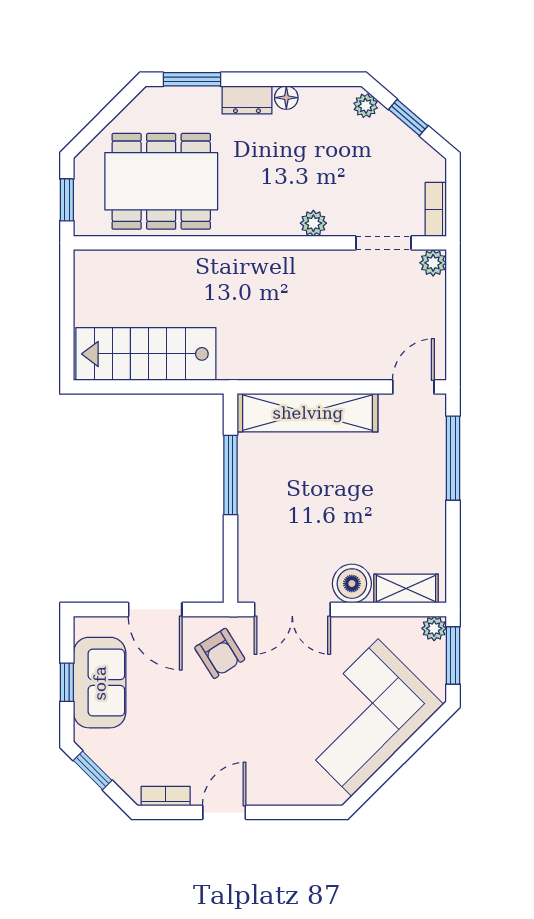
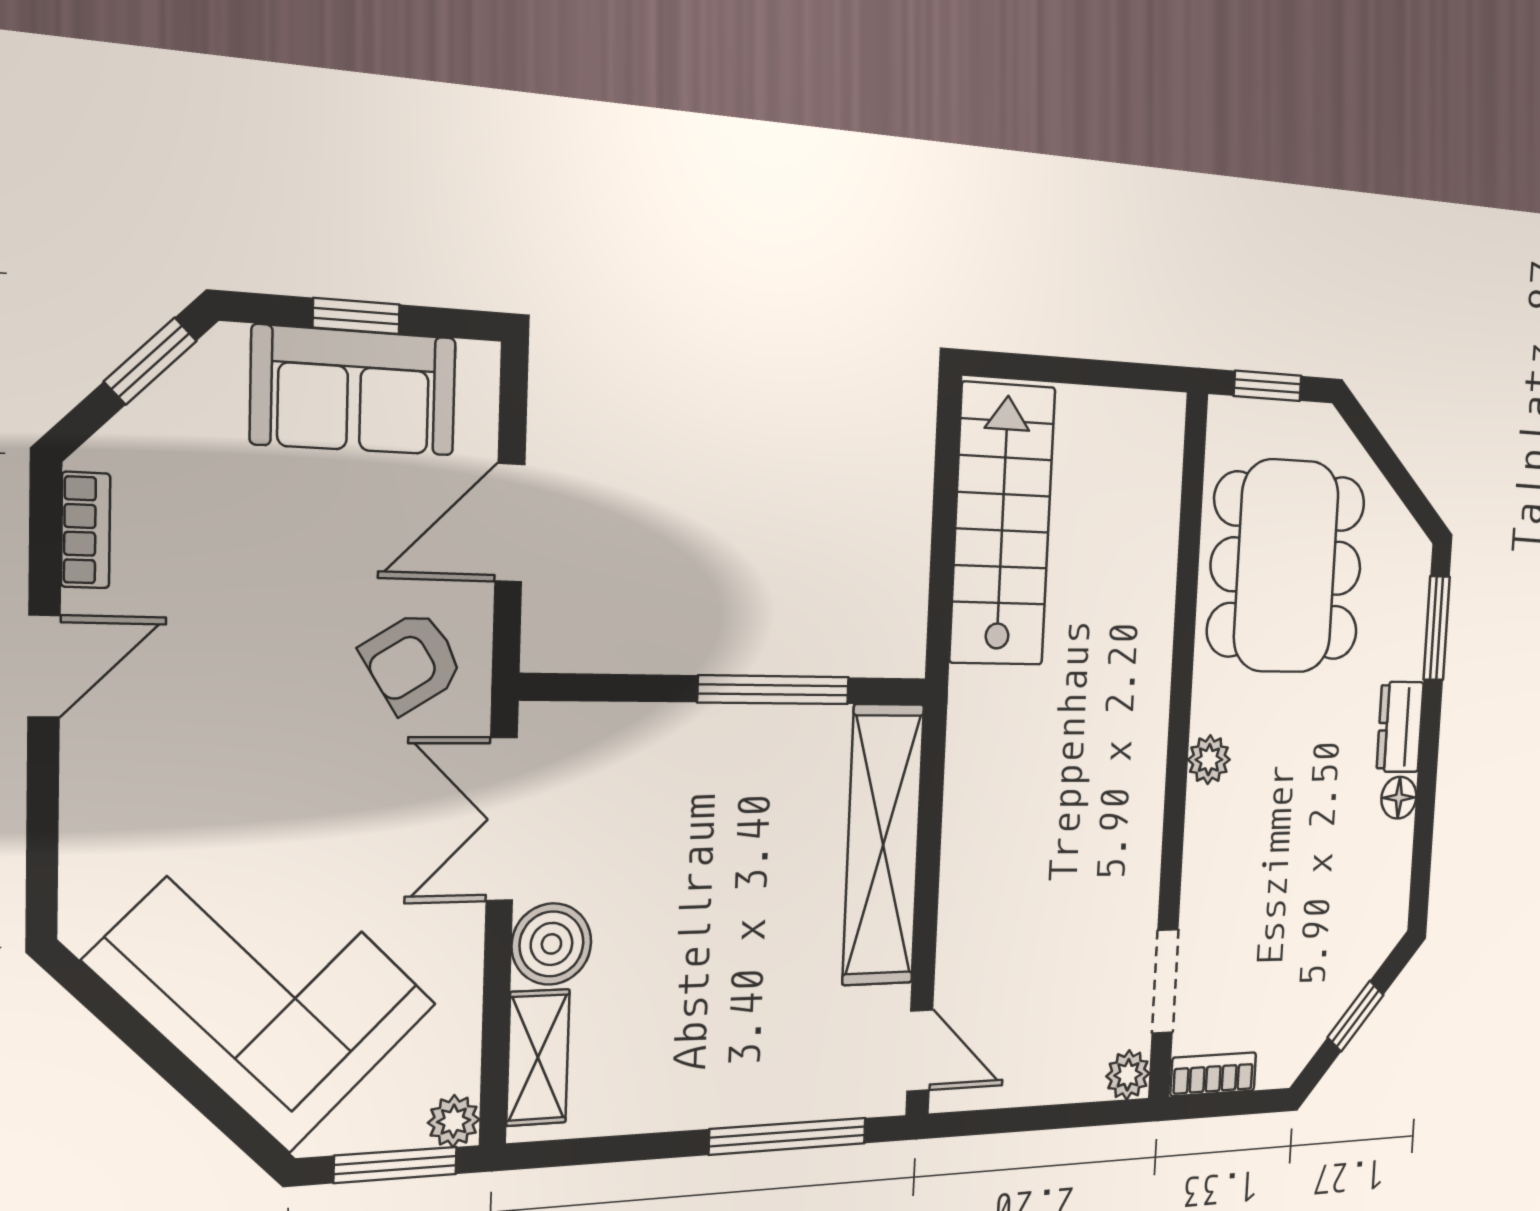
plant: (366, 106) -> (1378, 940), removed
plant: (313, 223) -> (1209, 760), moved
door: (224, 812) -> (44, 666), hinge flipped

